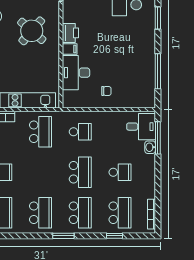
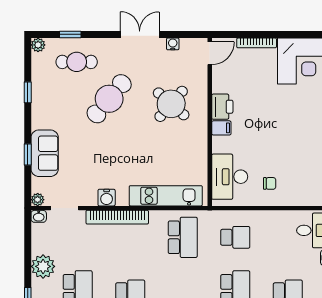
desk: (76, 73) -> (230, 177), moved

